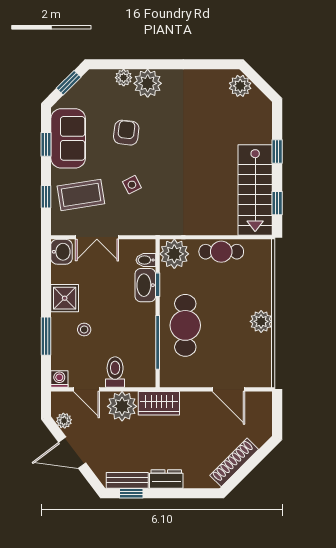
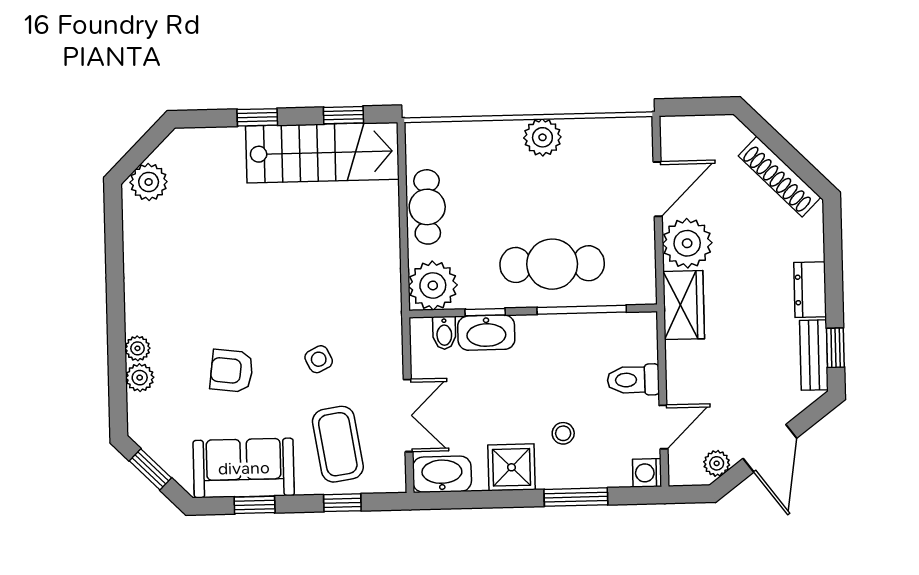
plant: (148, 83) -> (137, 348), width x0.53, depth x0.53
washbasin: (62, 252) -> (442, 474), width x1.38
plant: (122, 406) -> (687, 243), moved

